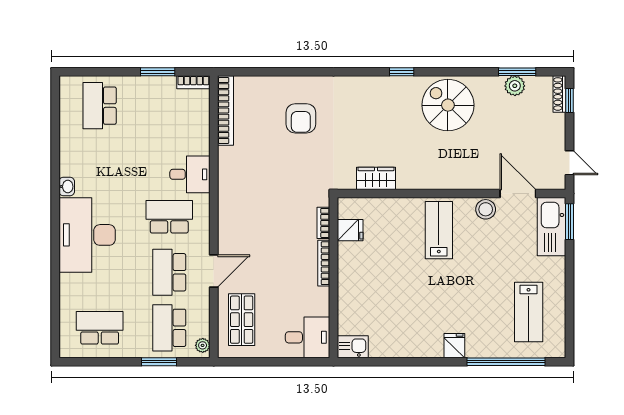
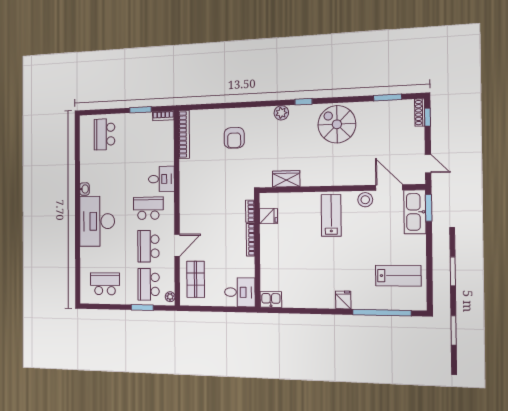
plant: (515, 86) -> (281, 113), moved
lab bench: (529, 312) -> (398, 276), turned -90

